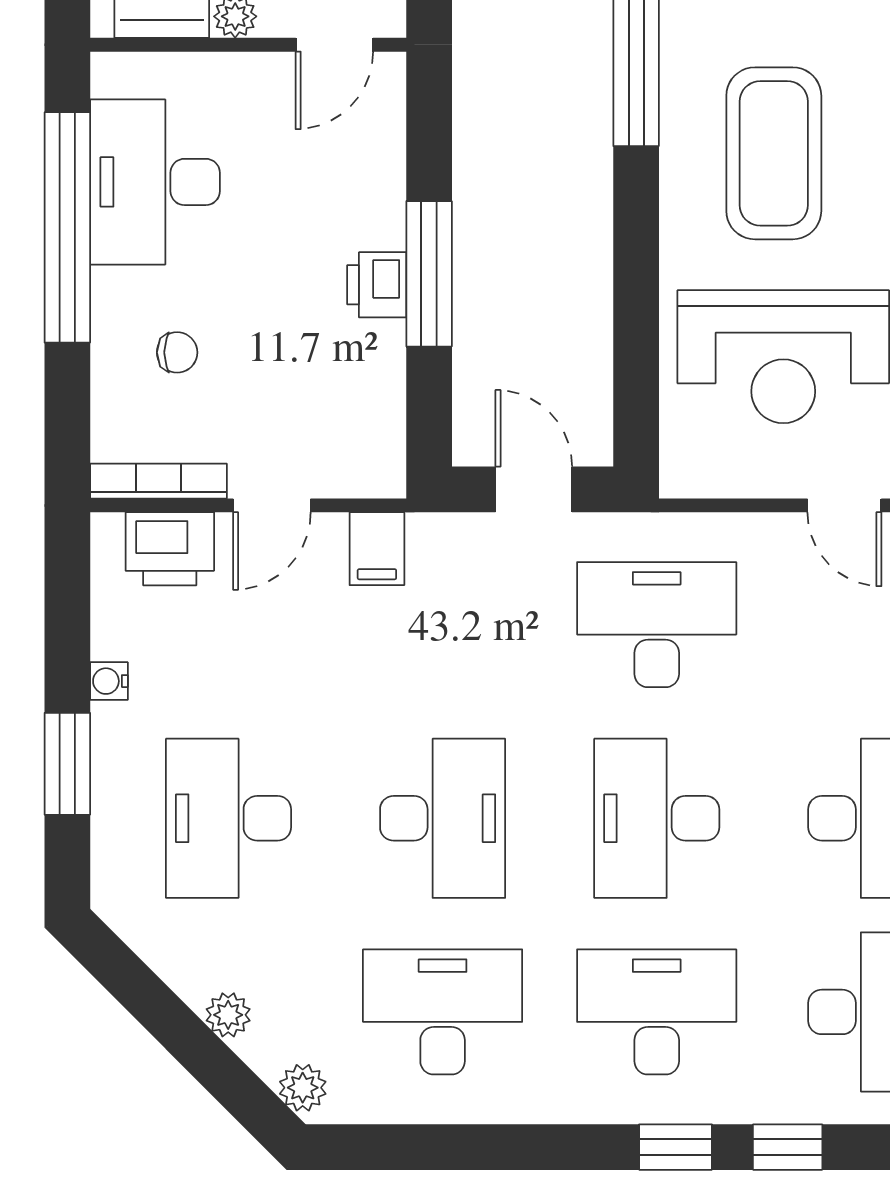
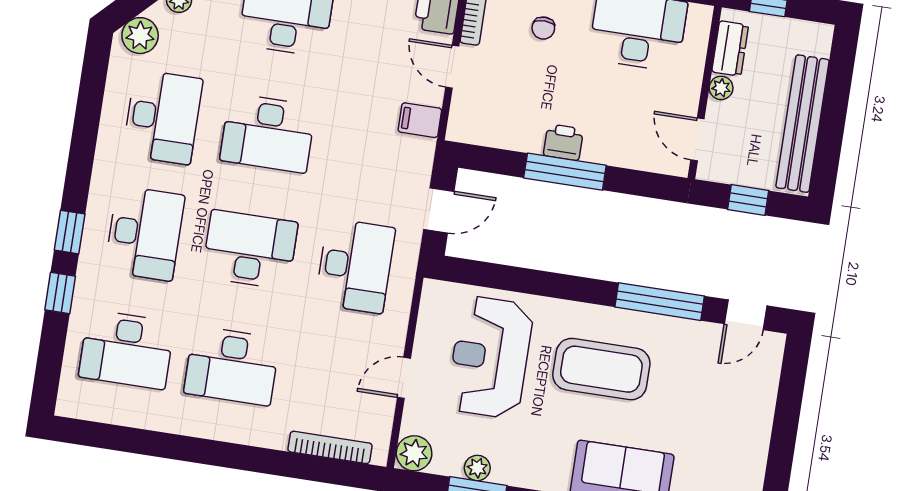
plant: (303, 1088) -> (140, 36), width x1.38, depth x1.38

